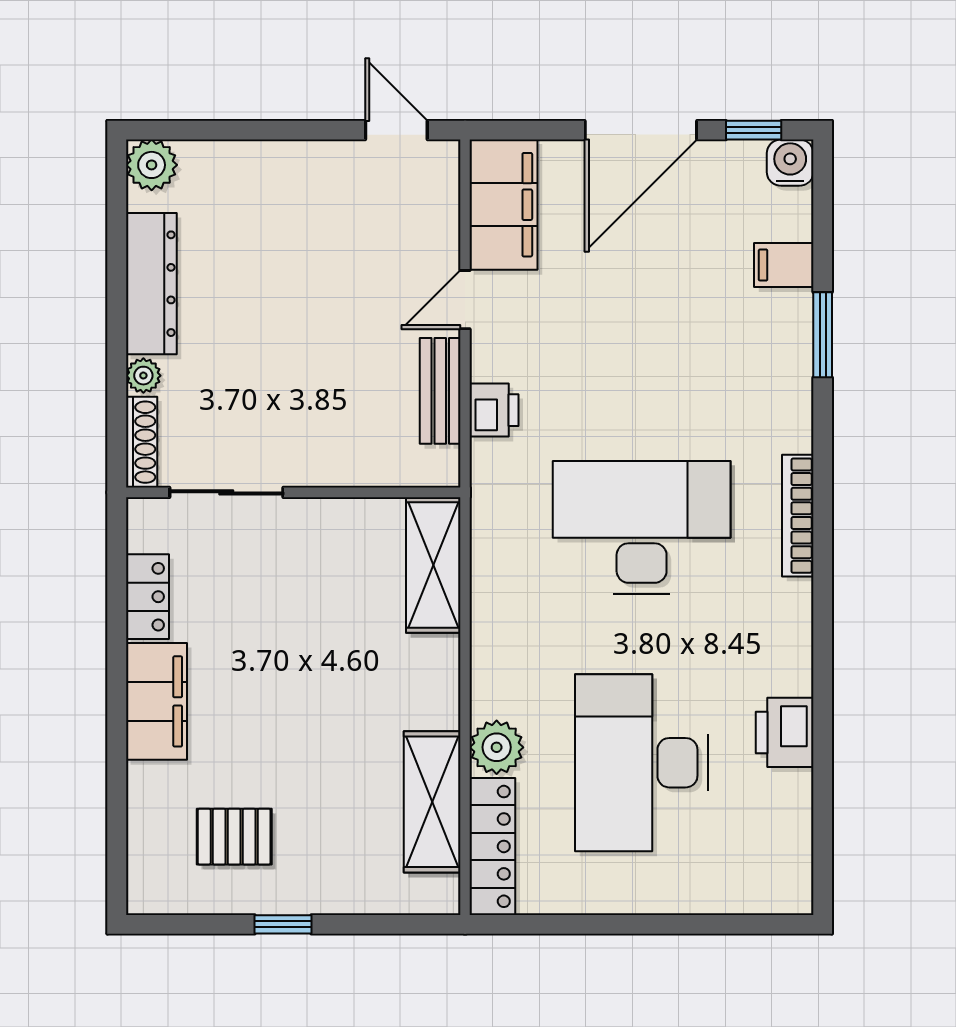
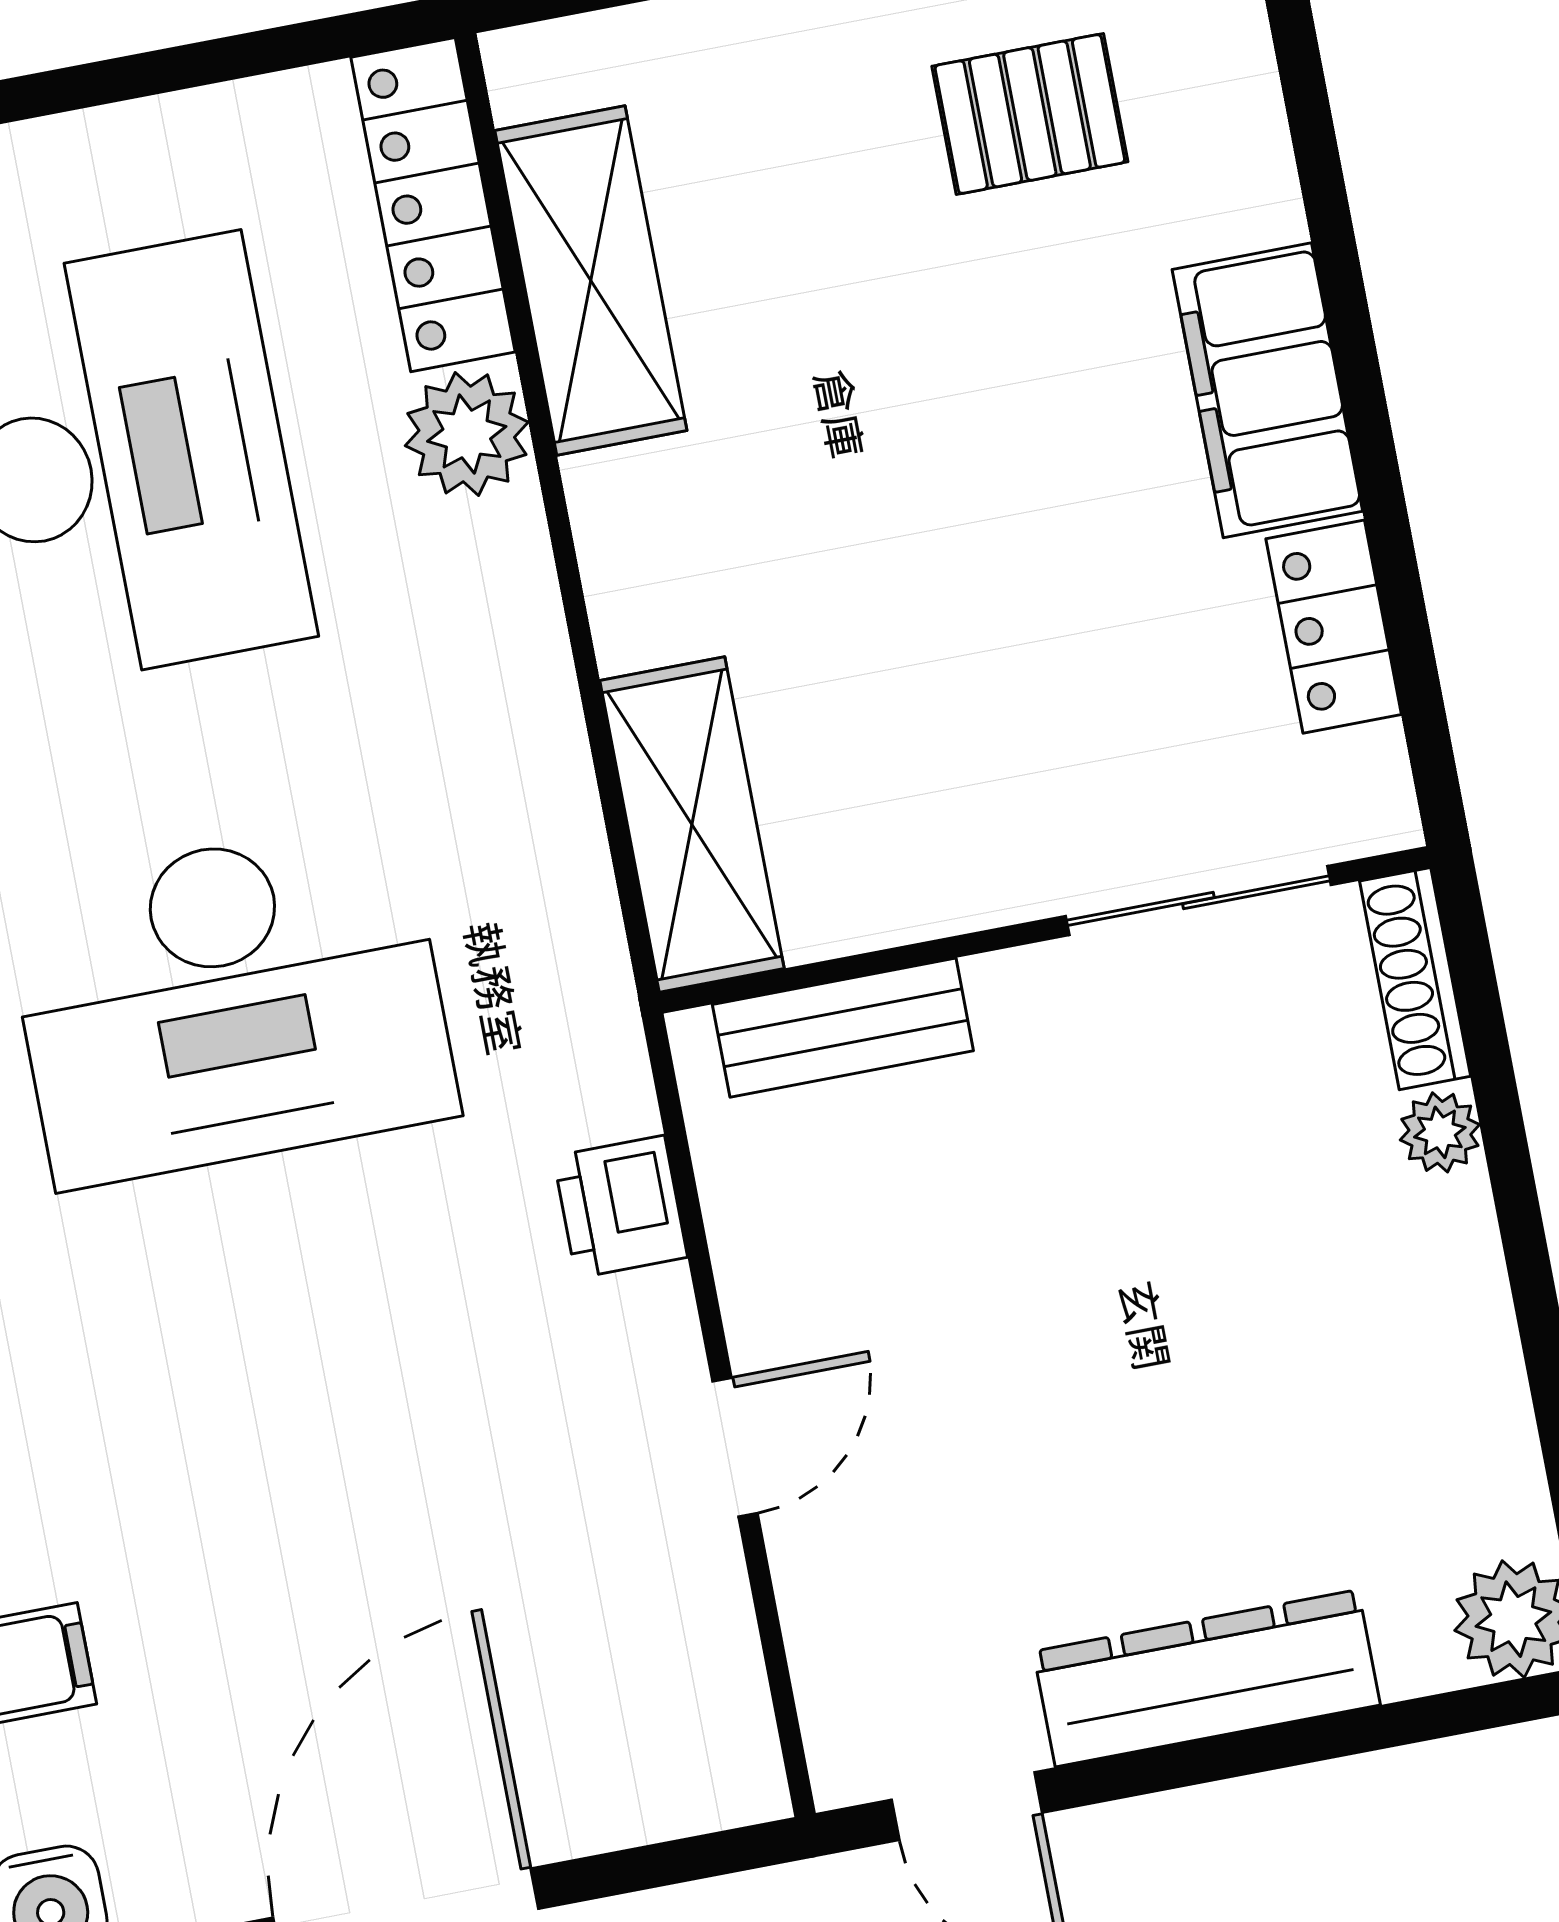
filing cabinet: (504, 205) -> (688, 1682), removed
dresser: (151, 284) -> (1207, 1678), moved, turned 90
bench: (440, 391) -> (843, 1028), moved, turned 90

